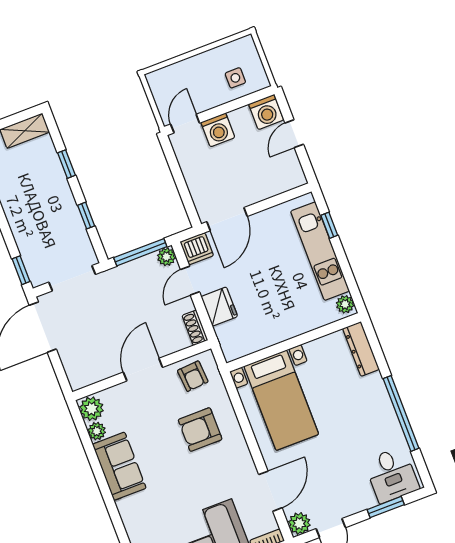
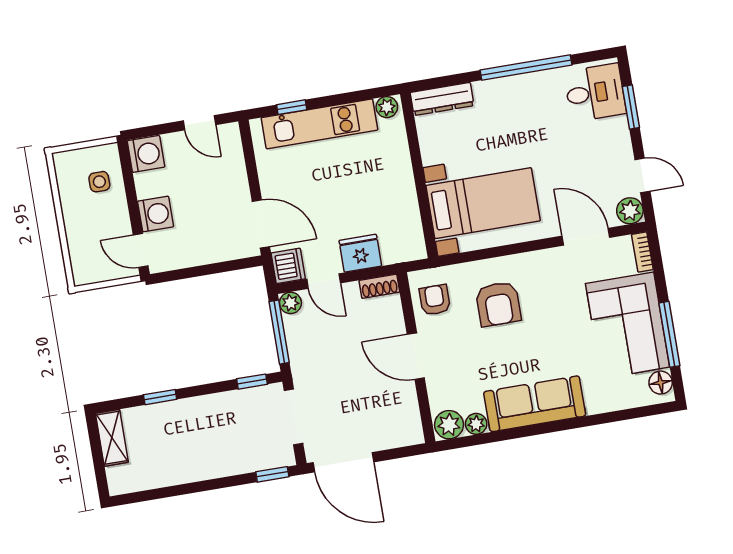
door: (294, 134) -> (199, 123), moved
window: (86, 216) -> (252, 382), moved
armchair: (193, 376) -> (435, 300), turned -86
sofa: (119, 466) -> (535, 404), width x1.36

